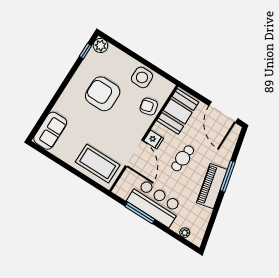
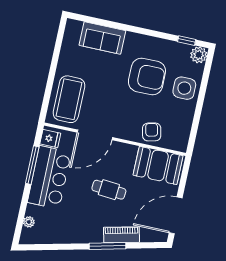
side table: (142, 77) -> (184, 88), moved
armchair: (103, 94) -> (147, 76), turned 90
sofa: (50, 131) -> (102, 38), moved
fridge: (154, 140) -> (50, 139), moved, turned -90
piano: (212, 186) -> (122, 235), moved, width x0.73, depth x0.75

